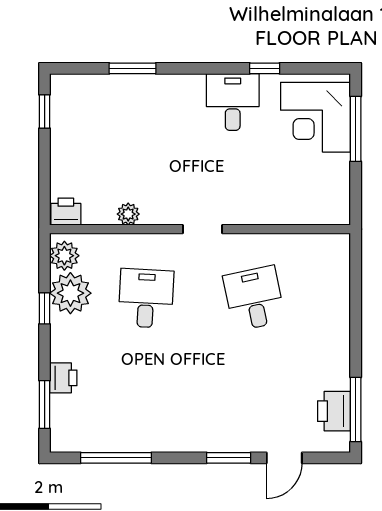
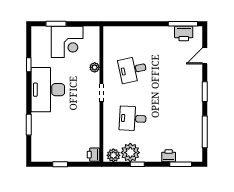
desk: (233, 102) -> (48, 90), width x1.87, depth x1.30
window: (45, 112) -> (60, 164), moved
corner desk: (315, 117) -> (67, 42), moved
window: (356, 129) -> (56, 24), width x0.69
plant: (128, 214) -> (95, 67), moved
window: (229, 458) -> (205, 92), moved
door: (284, 458) -> (205, 56), swing flipped

